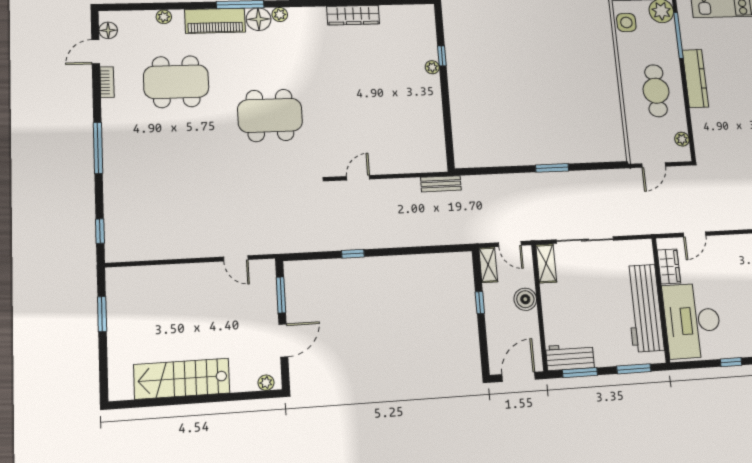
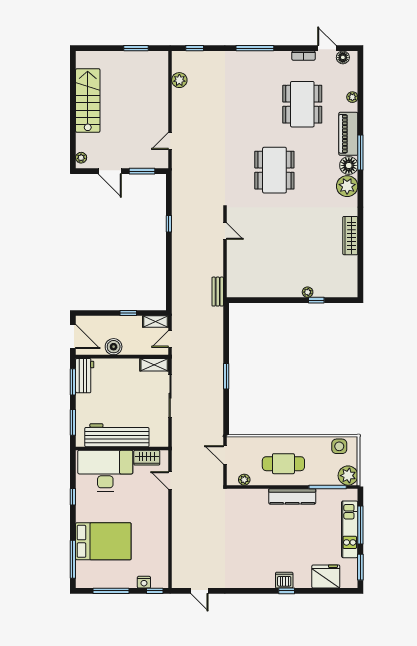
plant: (280, 14) -> (347, 186), width x1.88, depth x1.88
plant: (147, 250) -> (179, 80), added
boiler: (525, 299) -> (114, 347), moved

